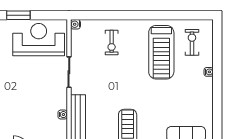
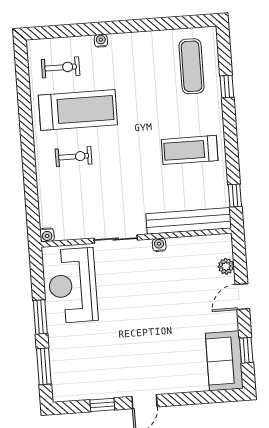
exercise bike: (192, 42) -> (61, 67), turned 180
exercise bike: (112, 43) -> (74, 157), moved
water cooler: (63, 115) -> (159, 245), moved

